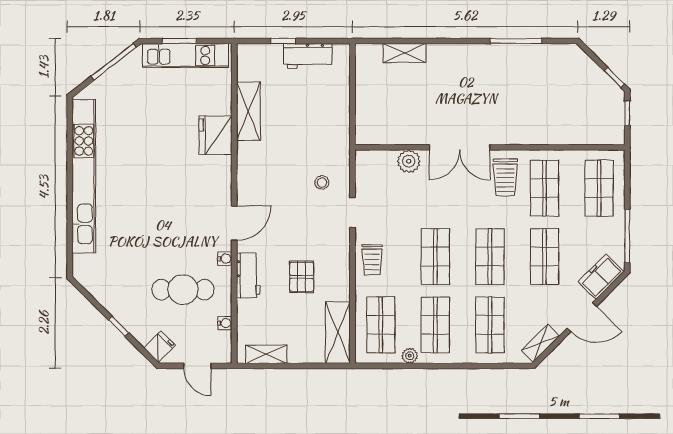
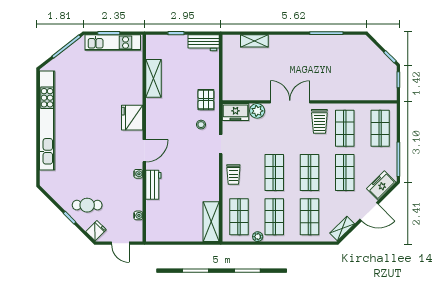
workbench: (308, 56) -> (204, 43), moved
fridge: (215, 135) -> (132, 118), moved
double door: (460, 147) -> (290, 102), swing flipped
freezer: (375, 163) -> (235, 112), added
pallet: (302, 277) -> (206, 100), moved
cafe table: (183, 290) -> (87, 205), moved, width x0.73, depth x0.74
shelving: (266, 354) -> (165, 236), removed

